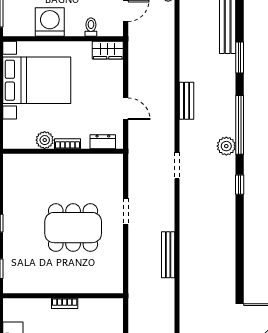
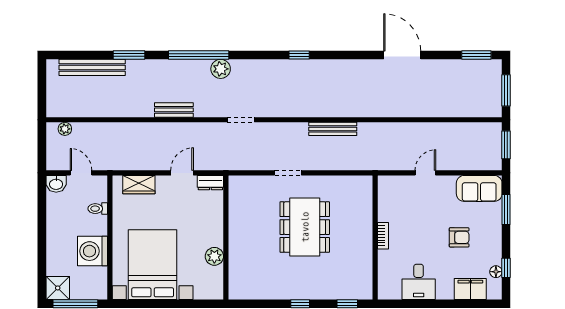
wardrobe: (108, 50) -> (139, 185), moved, turned 90
dresser: (103, 142) -> (210, 183), moved, turned -90
bookcase: (68, 144) -> (218, 233), removed
window: (240, 185) -> (299, 55), moved

